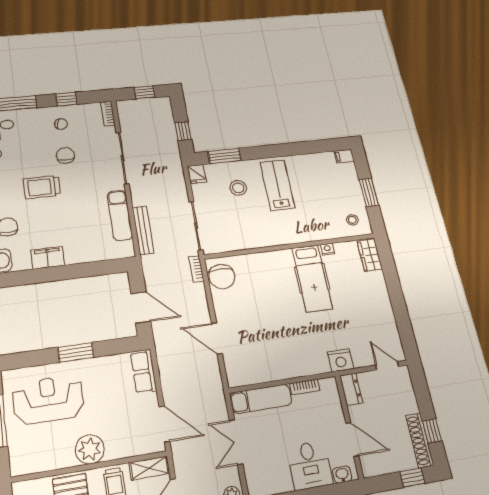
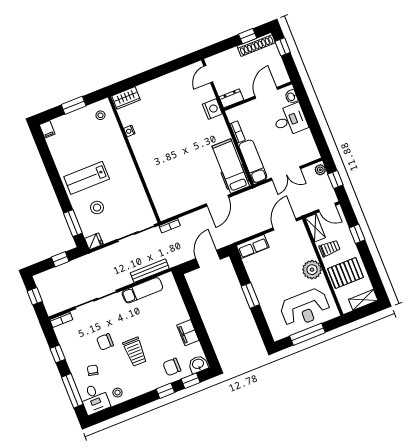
chair: (61, 124) -> (93, 370), moved
chair: (222, 276) -> (171, 206), removed
hospital bed: (312, 278) -> (231, 166), moved, turned -90
reception desk: (48, 400) -> (305, 308), moved, turned -90

